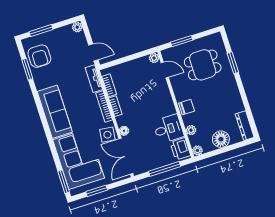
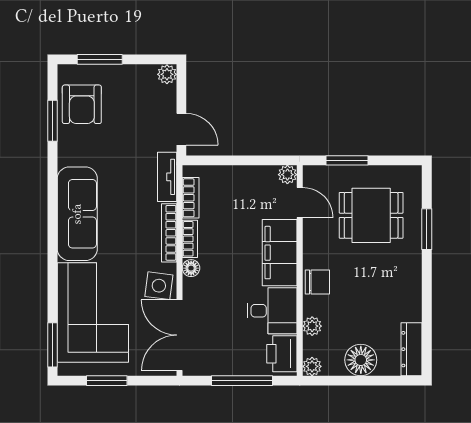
filing cabinet: (163, 98) -> (280, 253), added
floor lamp: (124, 131) -> (191, 268), moved

